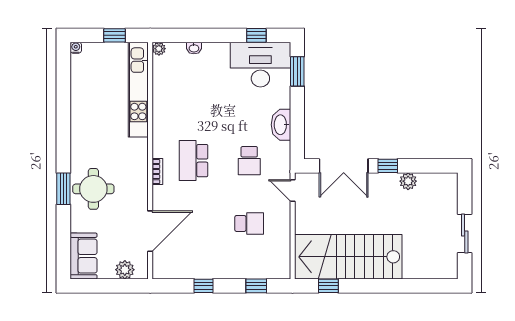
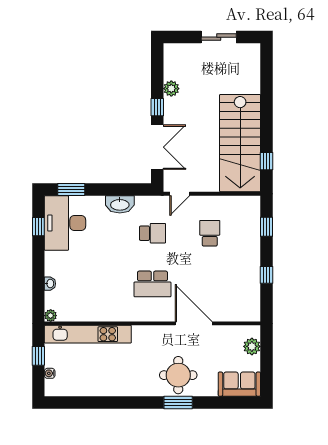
water cooler: (76, 48) -> (50, 373), moved
bookcase: (157, 172) -> (162, 317), removed
door: (150, 231) -> (194, 323), moved

